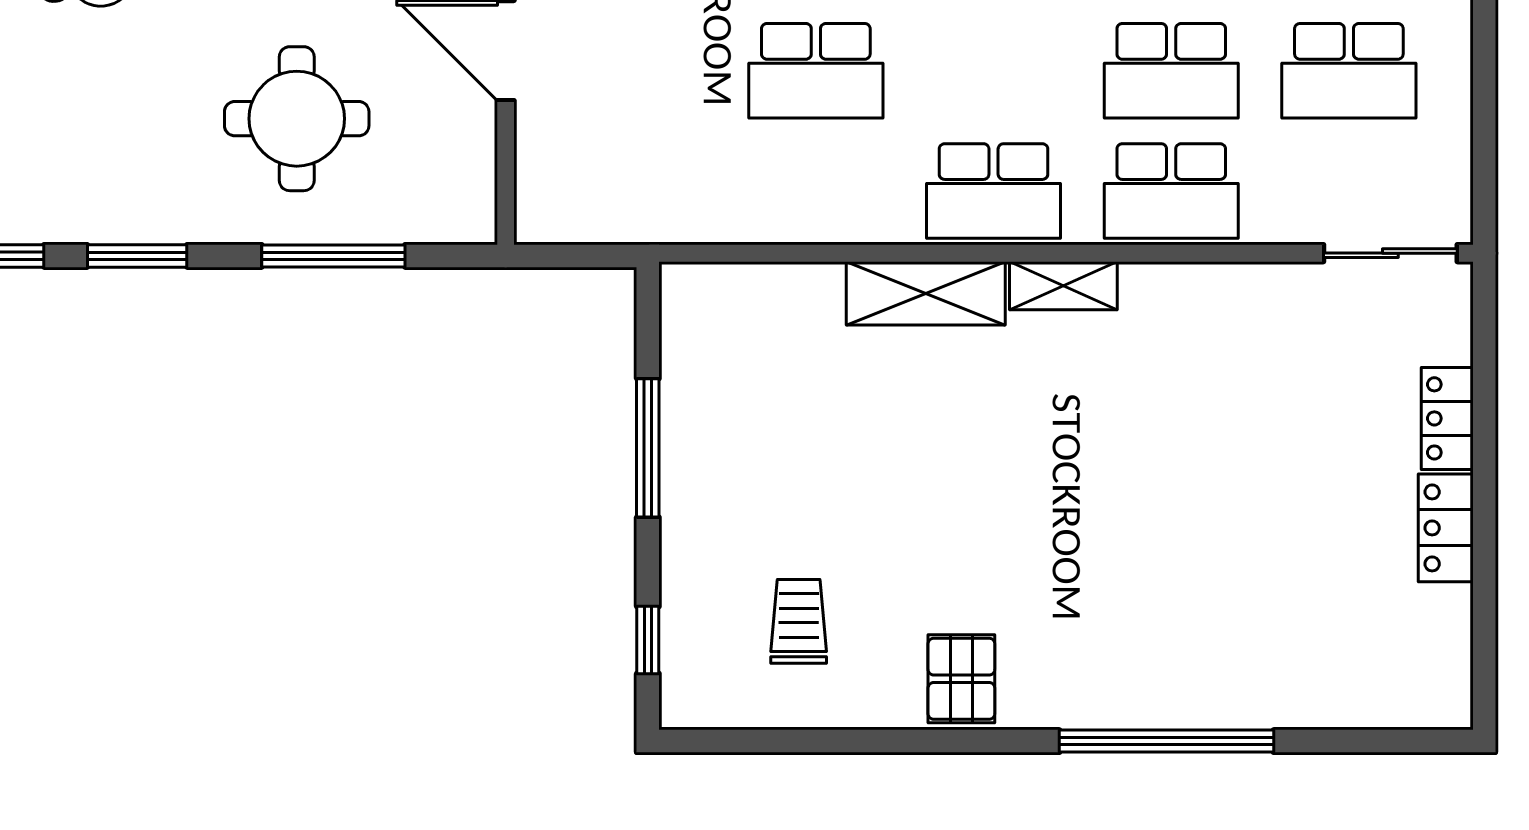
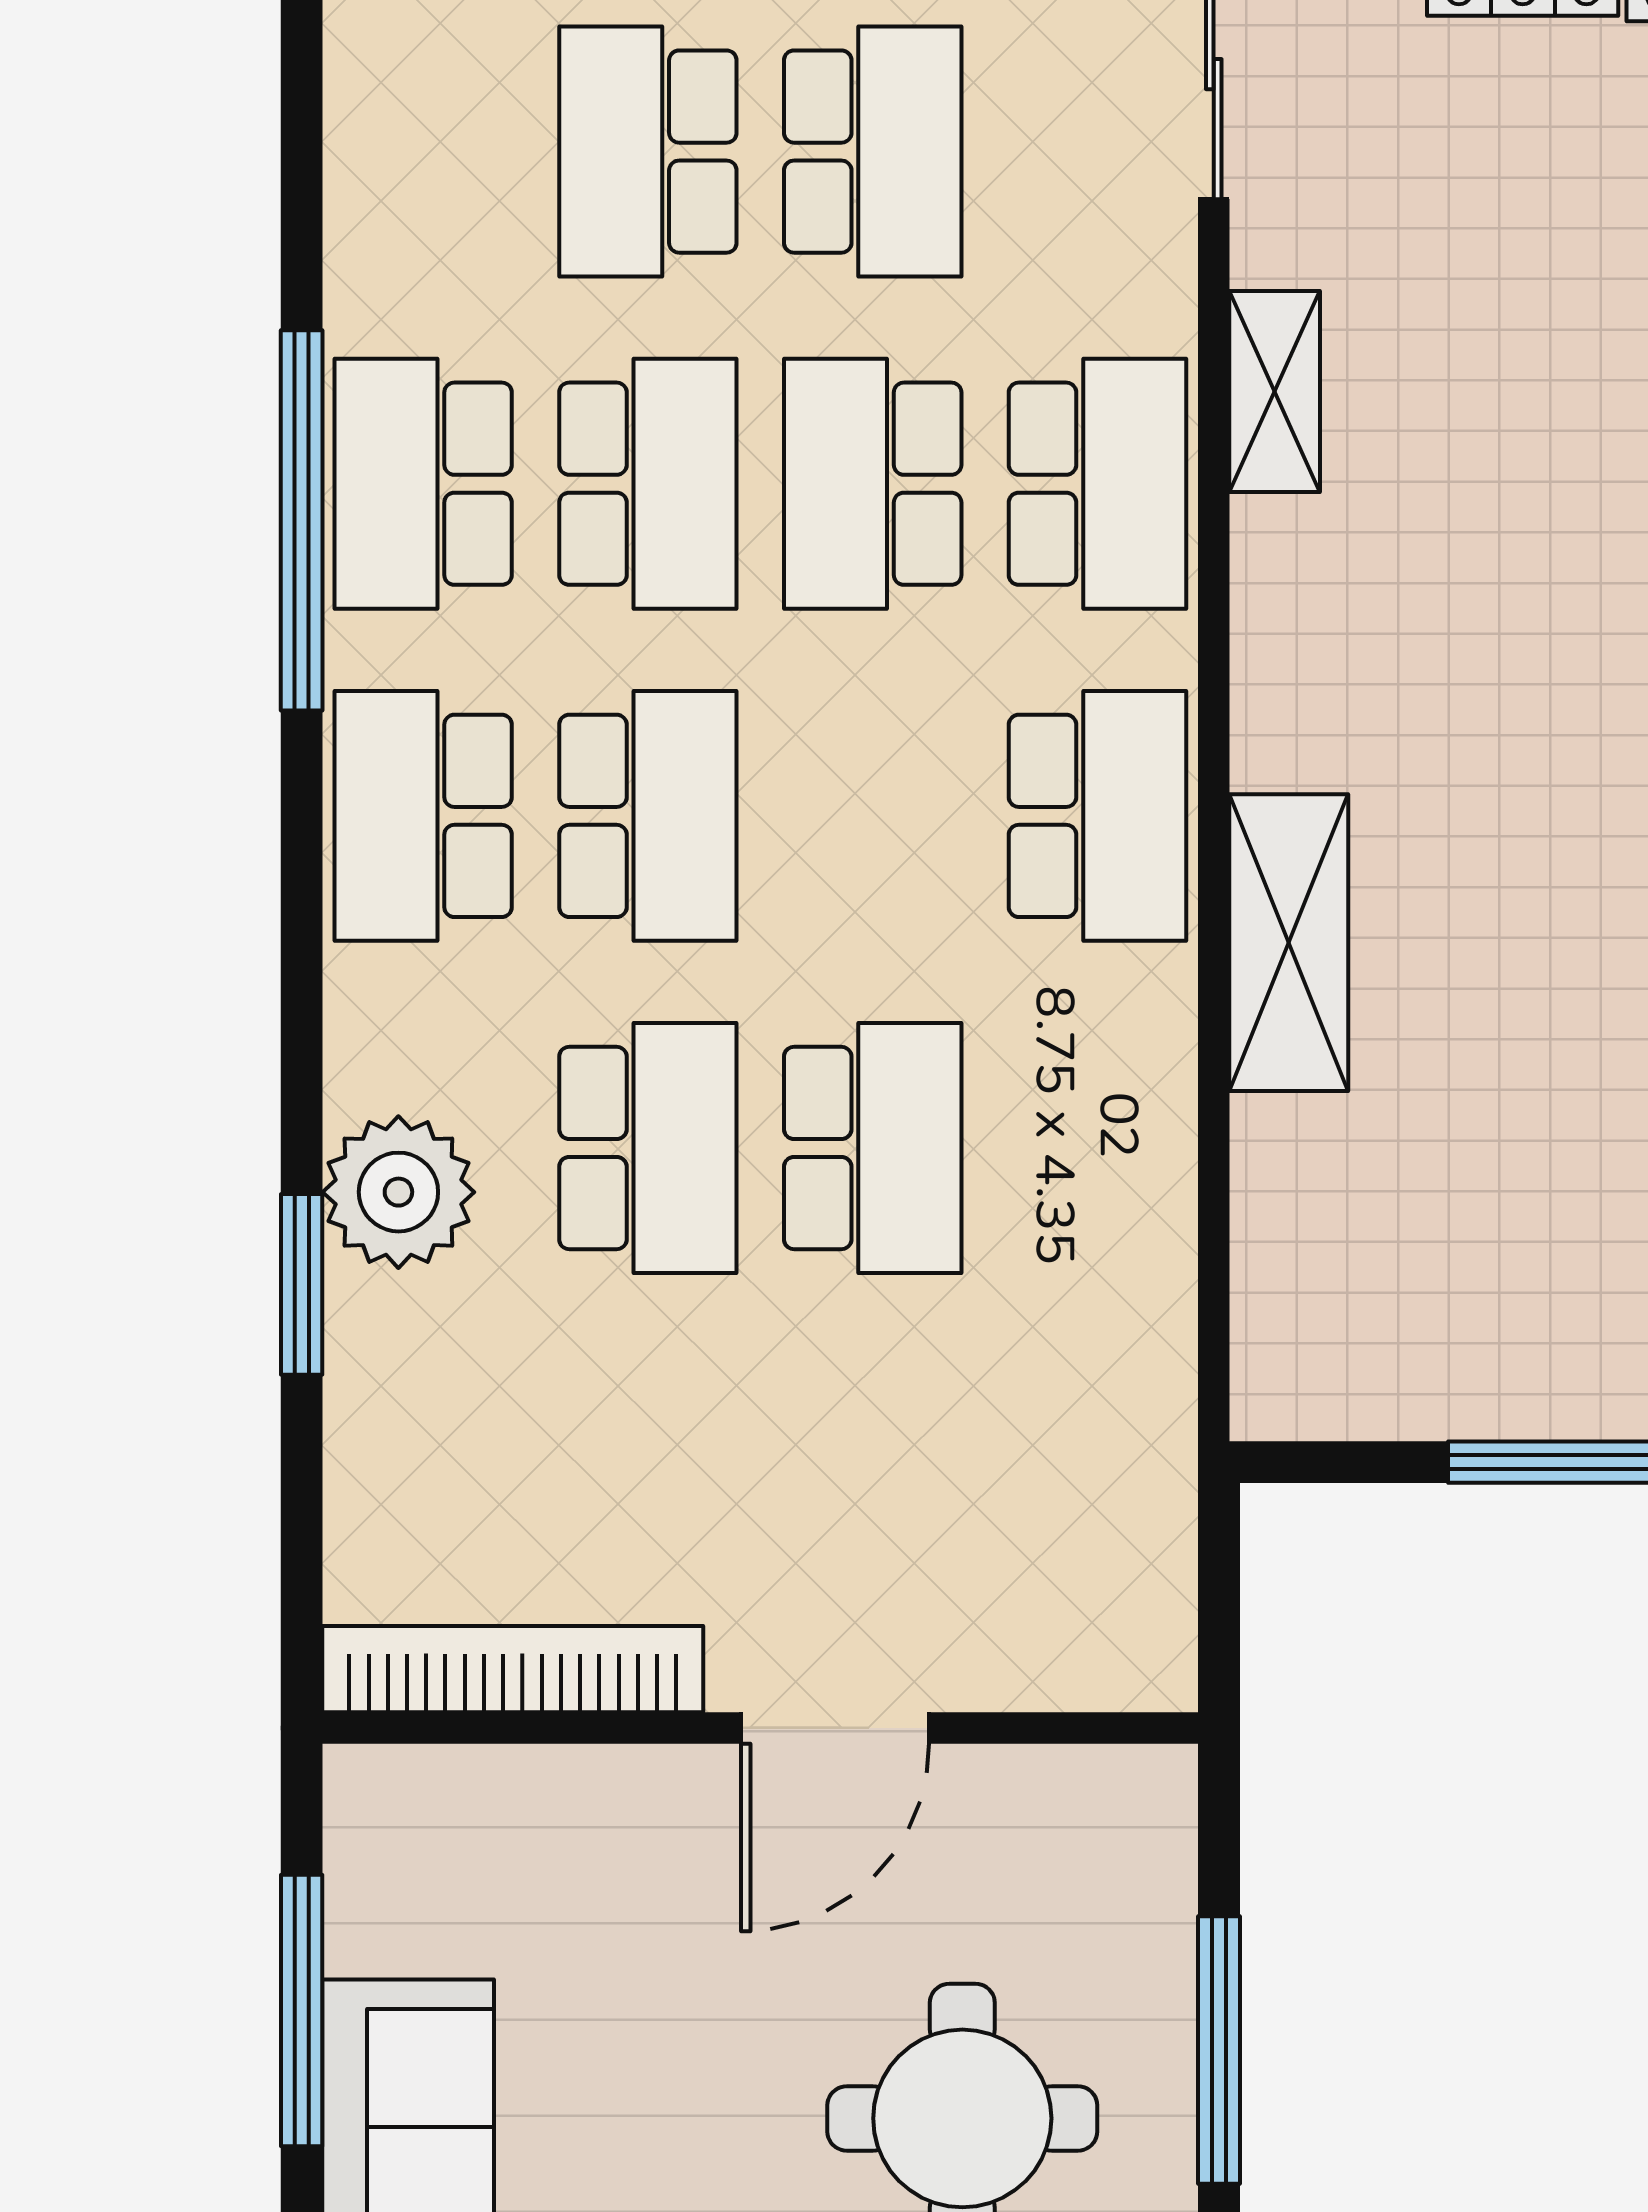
school desk: (1171, 71) -> (873, 484), turned 180
shelving: (1063, 286) -> (1275, 392), moved

